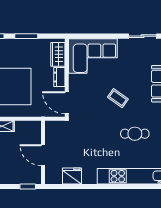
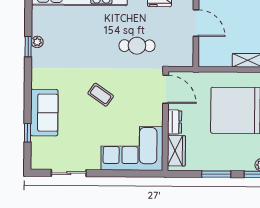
cafe table: (135, 134) -> (137, 46), moved

